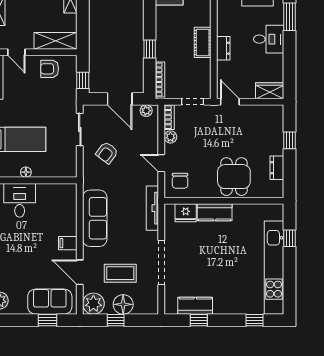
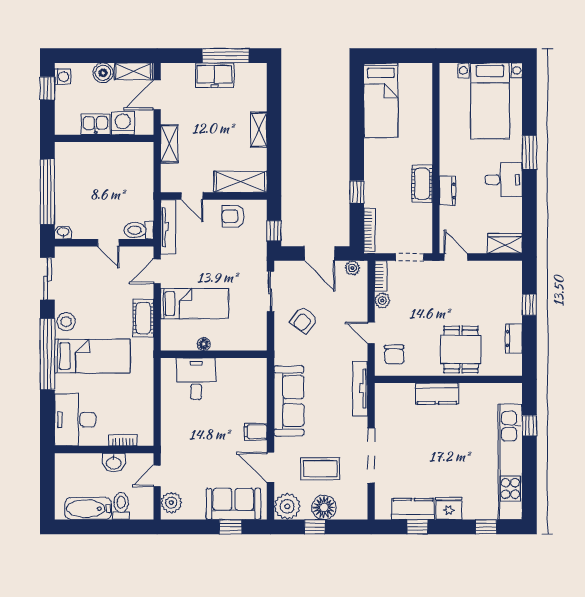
fridge: (186, 213) -> (449, 508), moved, turned 180

